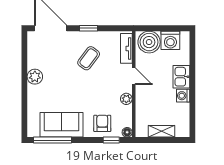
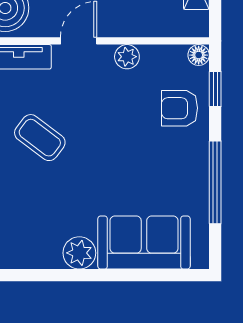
sofa: (62, 125) -> (144, 243), moved, turned 90
window: (52, 140) -> (215, 182), moved

